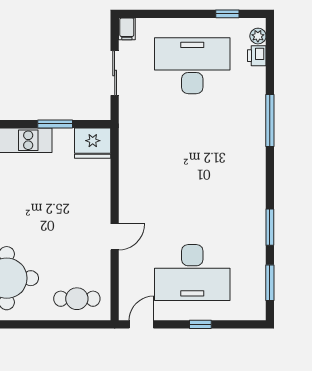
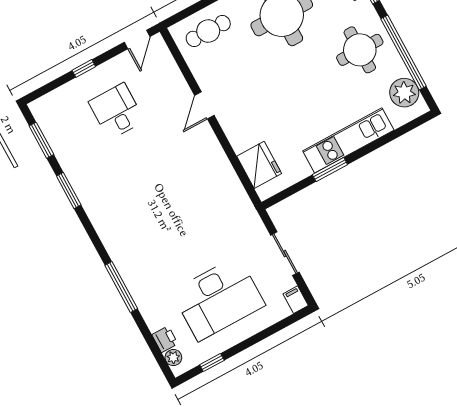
window: (55, 124) -> (330, 170), moved
fridge: (93, 143) -> (259, 165), moved, turned 90
desk: (192, 273) -> (117, 111), width x0.53, depth x0.77

